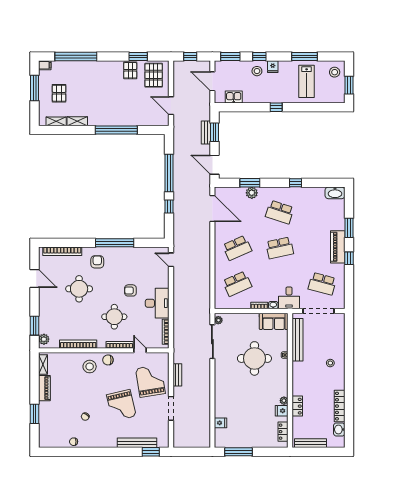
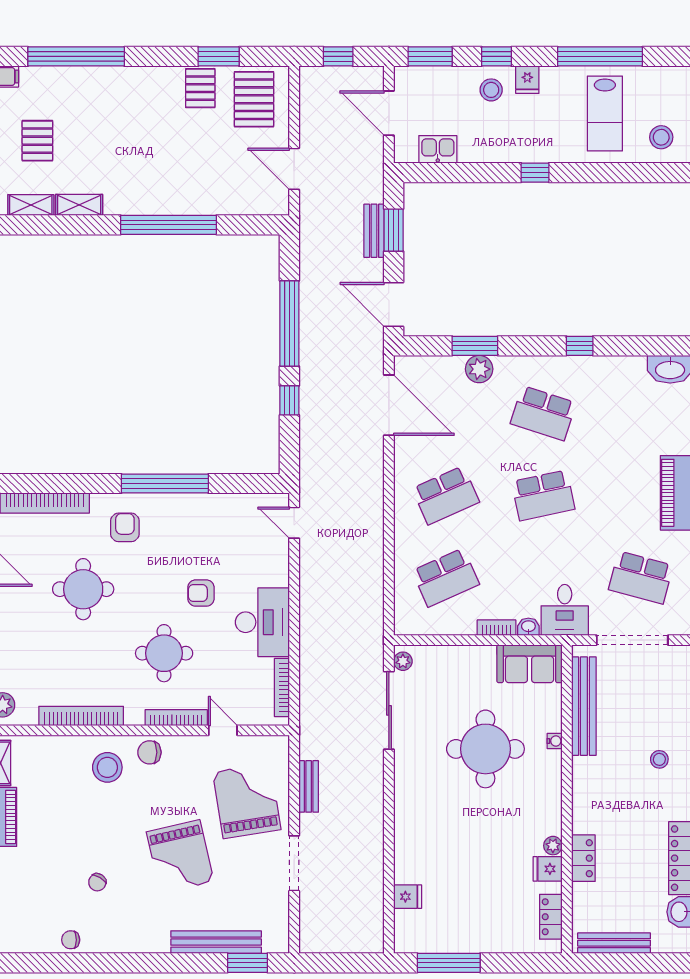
window: (304, 56) -> (600, 56), width x1.46
stool: (335, 72) -> (661, 137), moved

